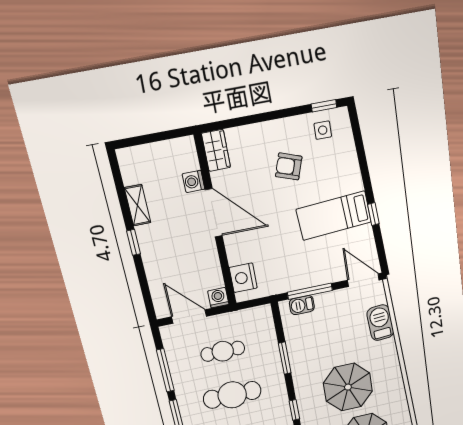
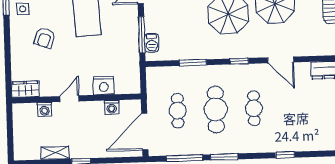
door: (214, 213) -> (69, 99), width x0.53
nightstand: (243, 278) -> (104, 86), moved
washing machine: (218, 298) -> (112, 107), moved, turned -90
door: (189, 317) -> (145, 132), width x1.36

